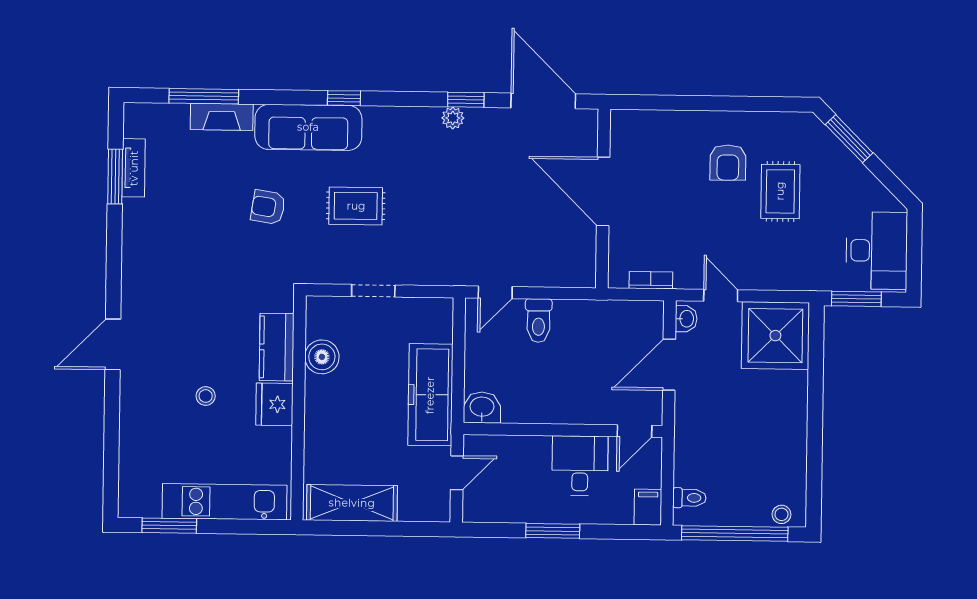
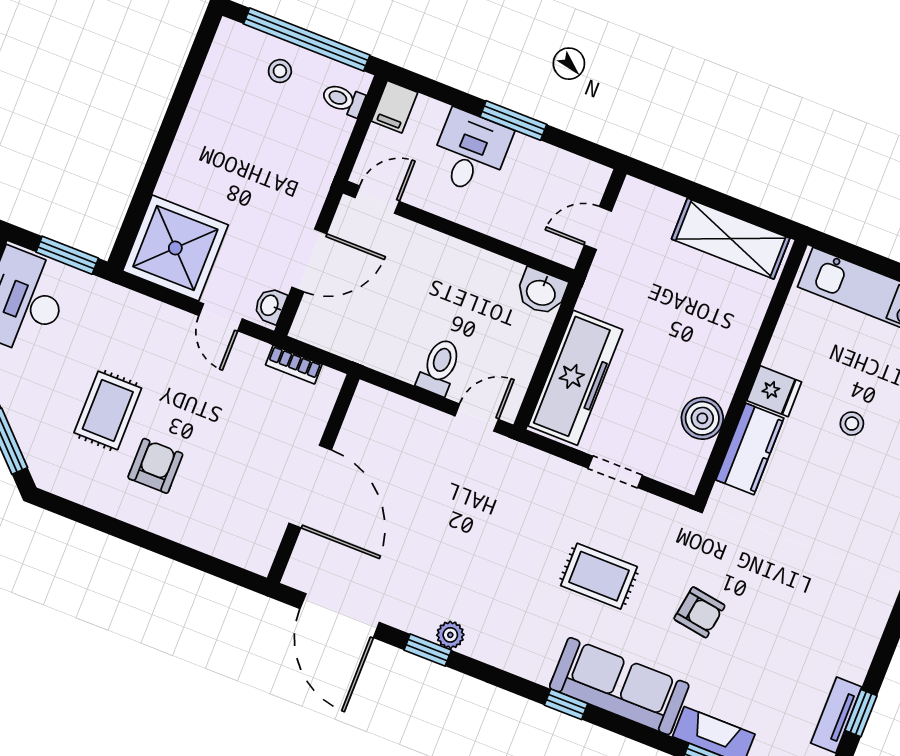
window: (115, 176) -> (861, 713), width x0.67
freezer: (430, 395) -> (575, 378), moved
fridge: (274, 404) -> (774, 391), width x0.72
desk: (580, 466) -> (471, 152), moved, turned 180
stool: (781, 514) -> (280, 71), moved

